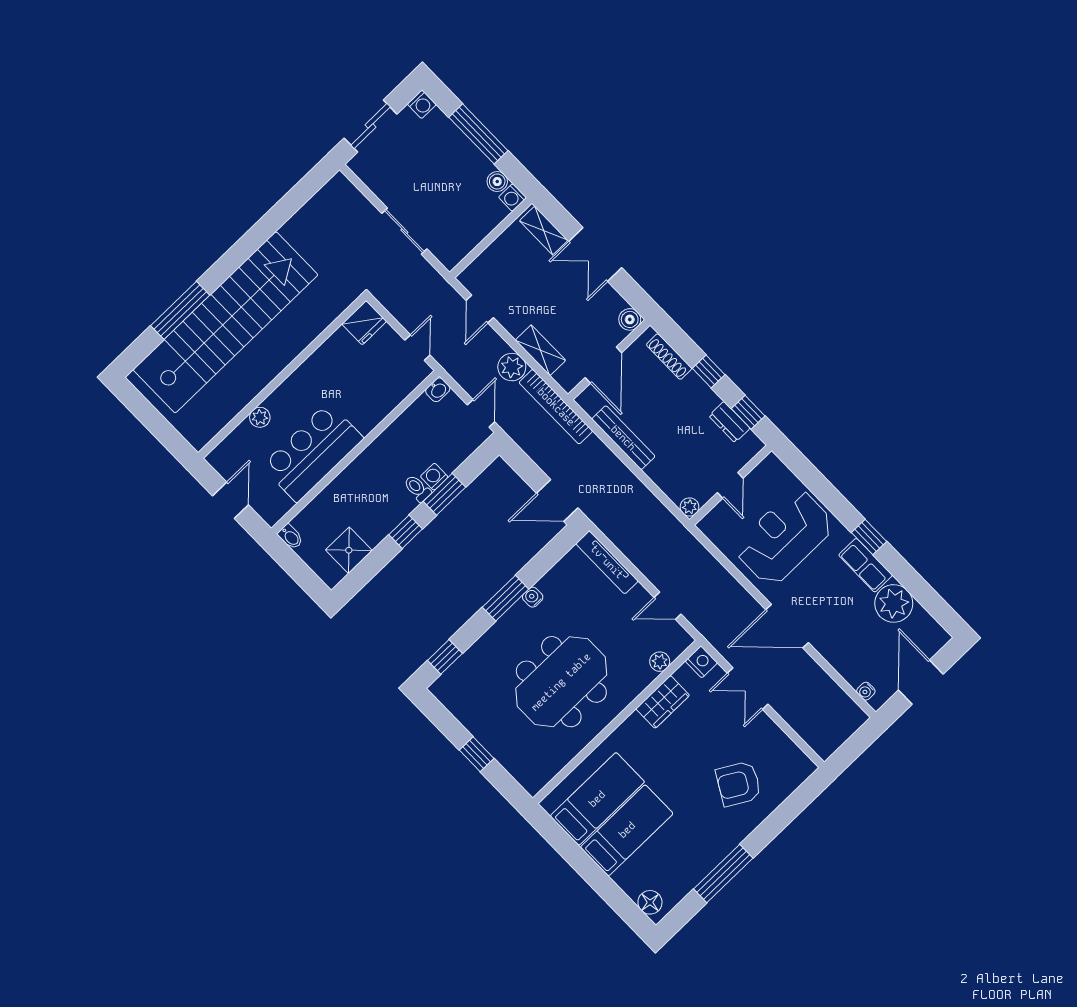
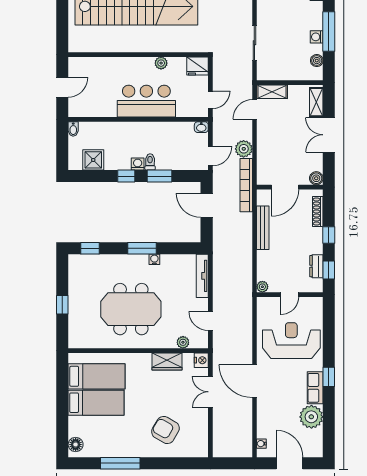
washing machine: (513, 197) -> (317, 37), moved
shelving: (540, 350) -> (272, 92), moved, turned 90
plant: (260, 417) -> (161, 63), moved
bar counter: (313, 452) -> (146, 101), moved
washing machine: (434, 477) -> (138, 164), moved
door: (557, 501) -> (207, 205), moved
door: (921, 682) -> (290, 463), hinge flipped

